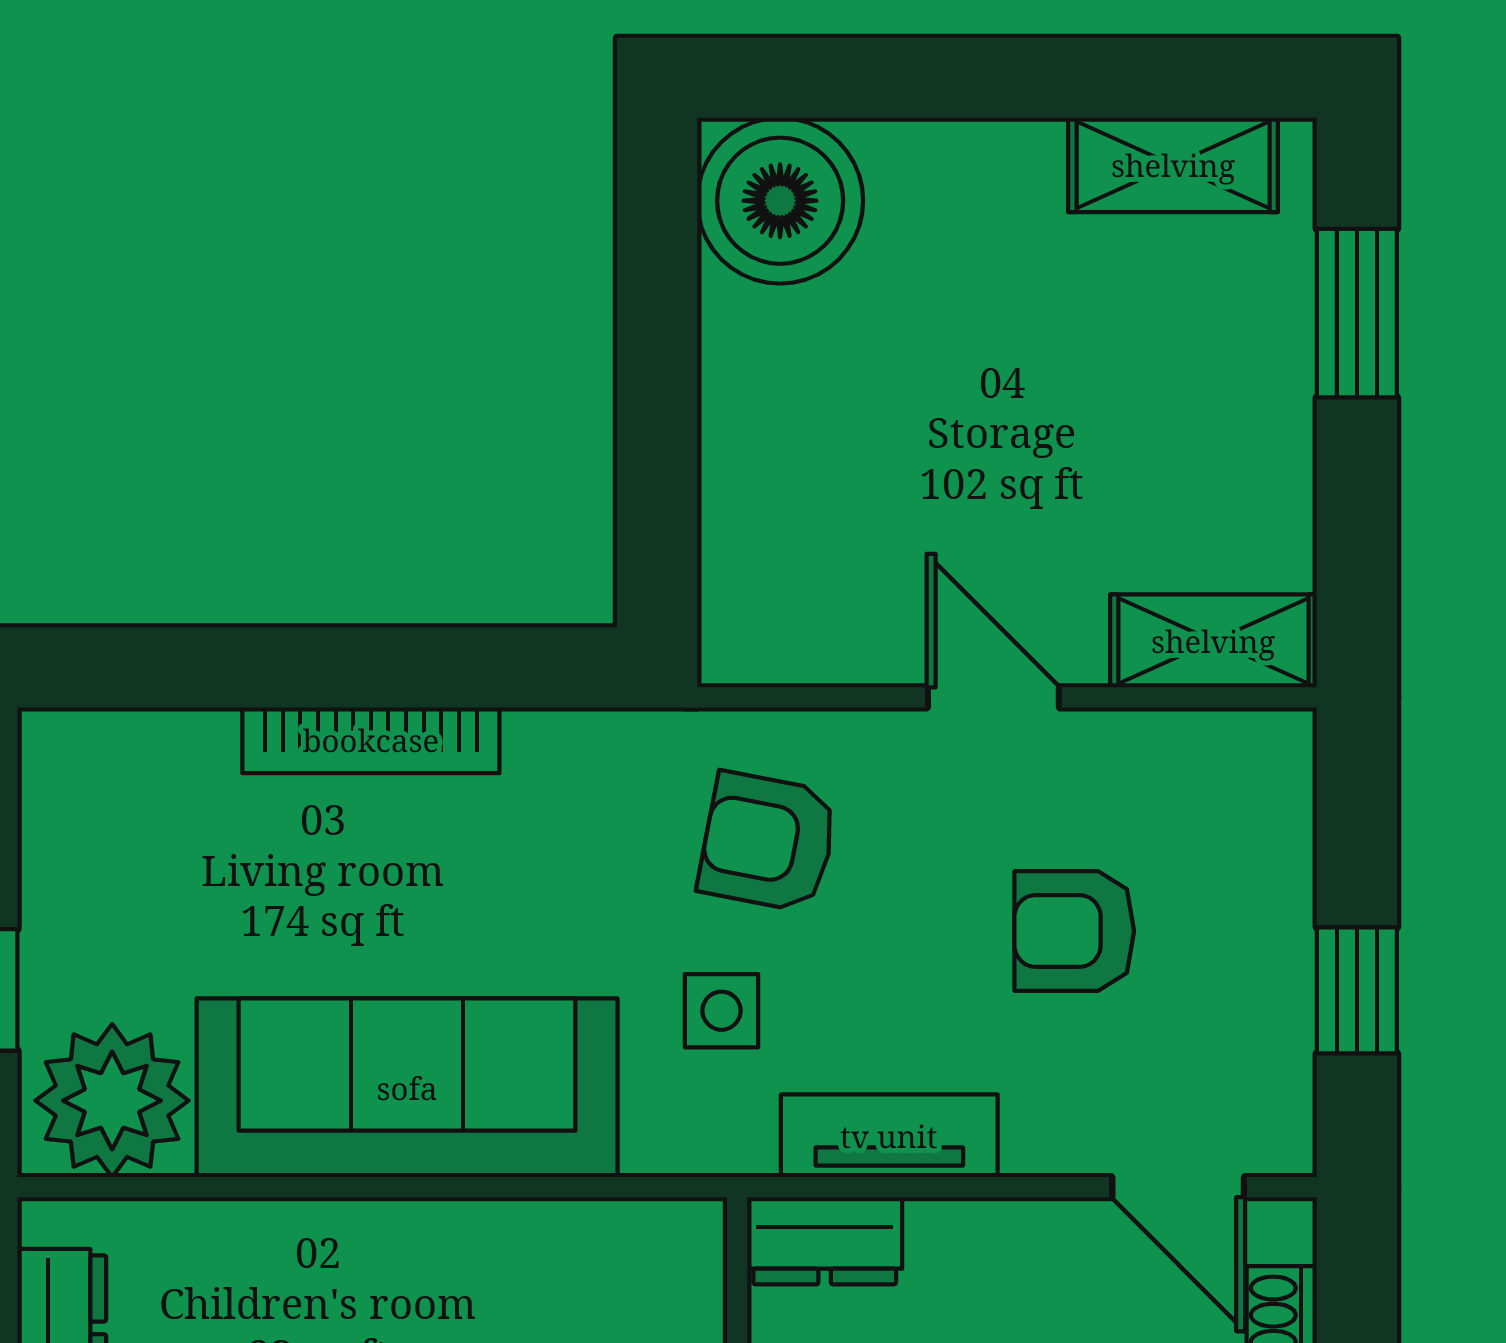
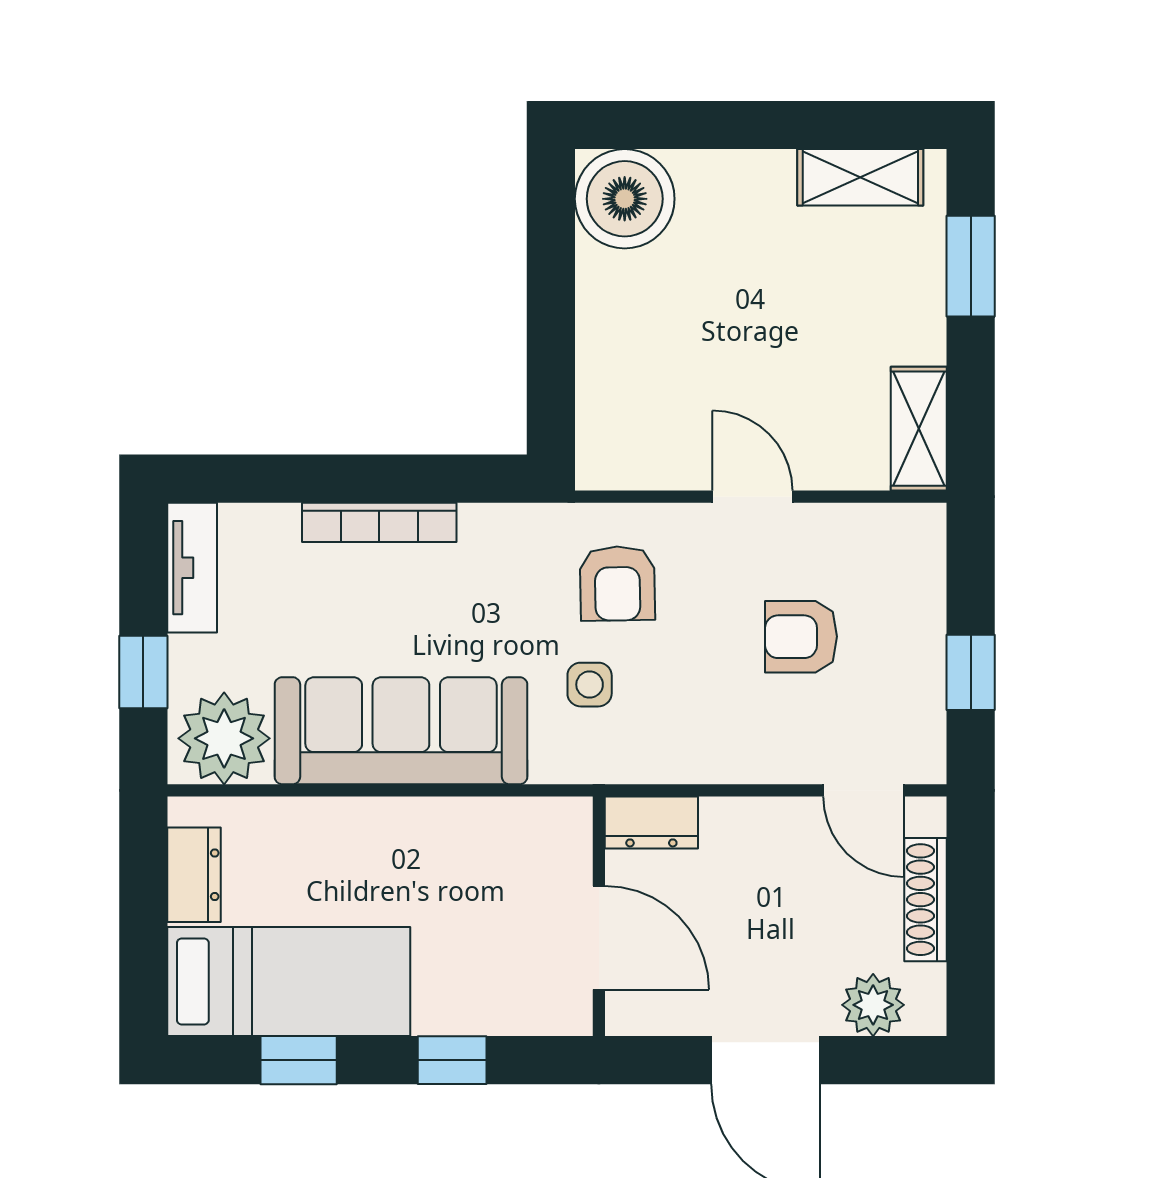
shelving: (1213, 641) -> (919, 429), moved, turned 90
armchair: (768, 842) -> (617, 583), turned -102
tv unit: (889, 1136) -> (192, 568), moved, turned 90

